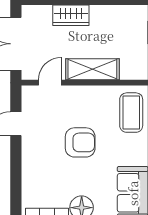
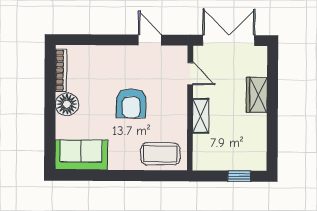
shelving: (92, 69) -> (201, 116), width x0.67, depth x0.75

